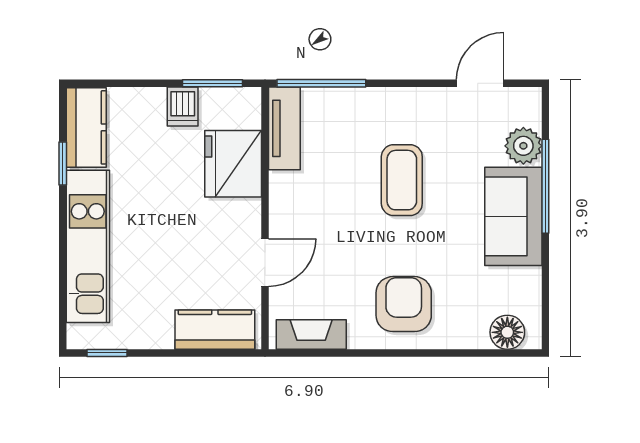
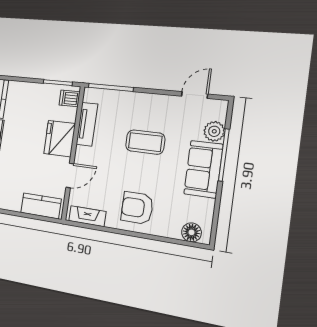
dishwasher: (183, 107) -> (70, 98), moved, turned 90
tv unit: (284, 128) -> (87, 124), moved
fridge: (233, 164) -> (60, 139), moved
coffee table: (402, 180) -> (145, 142), turned 90
armchair: (404, 304) -> (137, 208), turned -90

